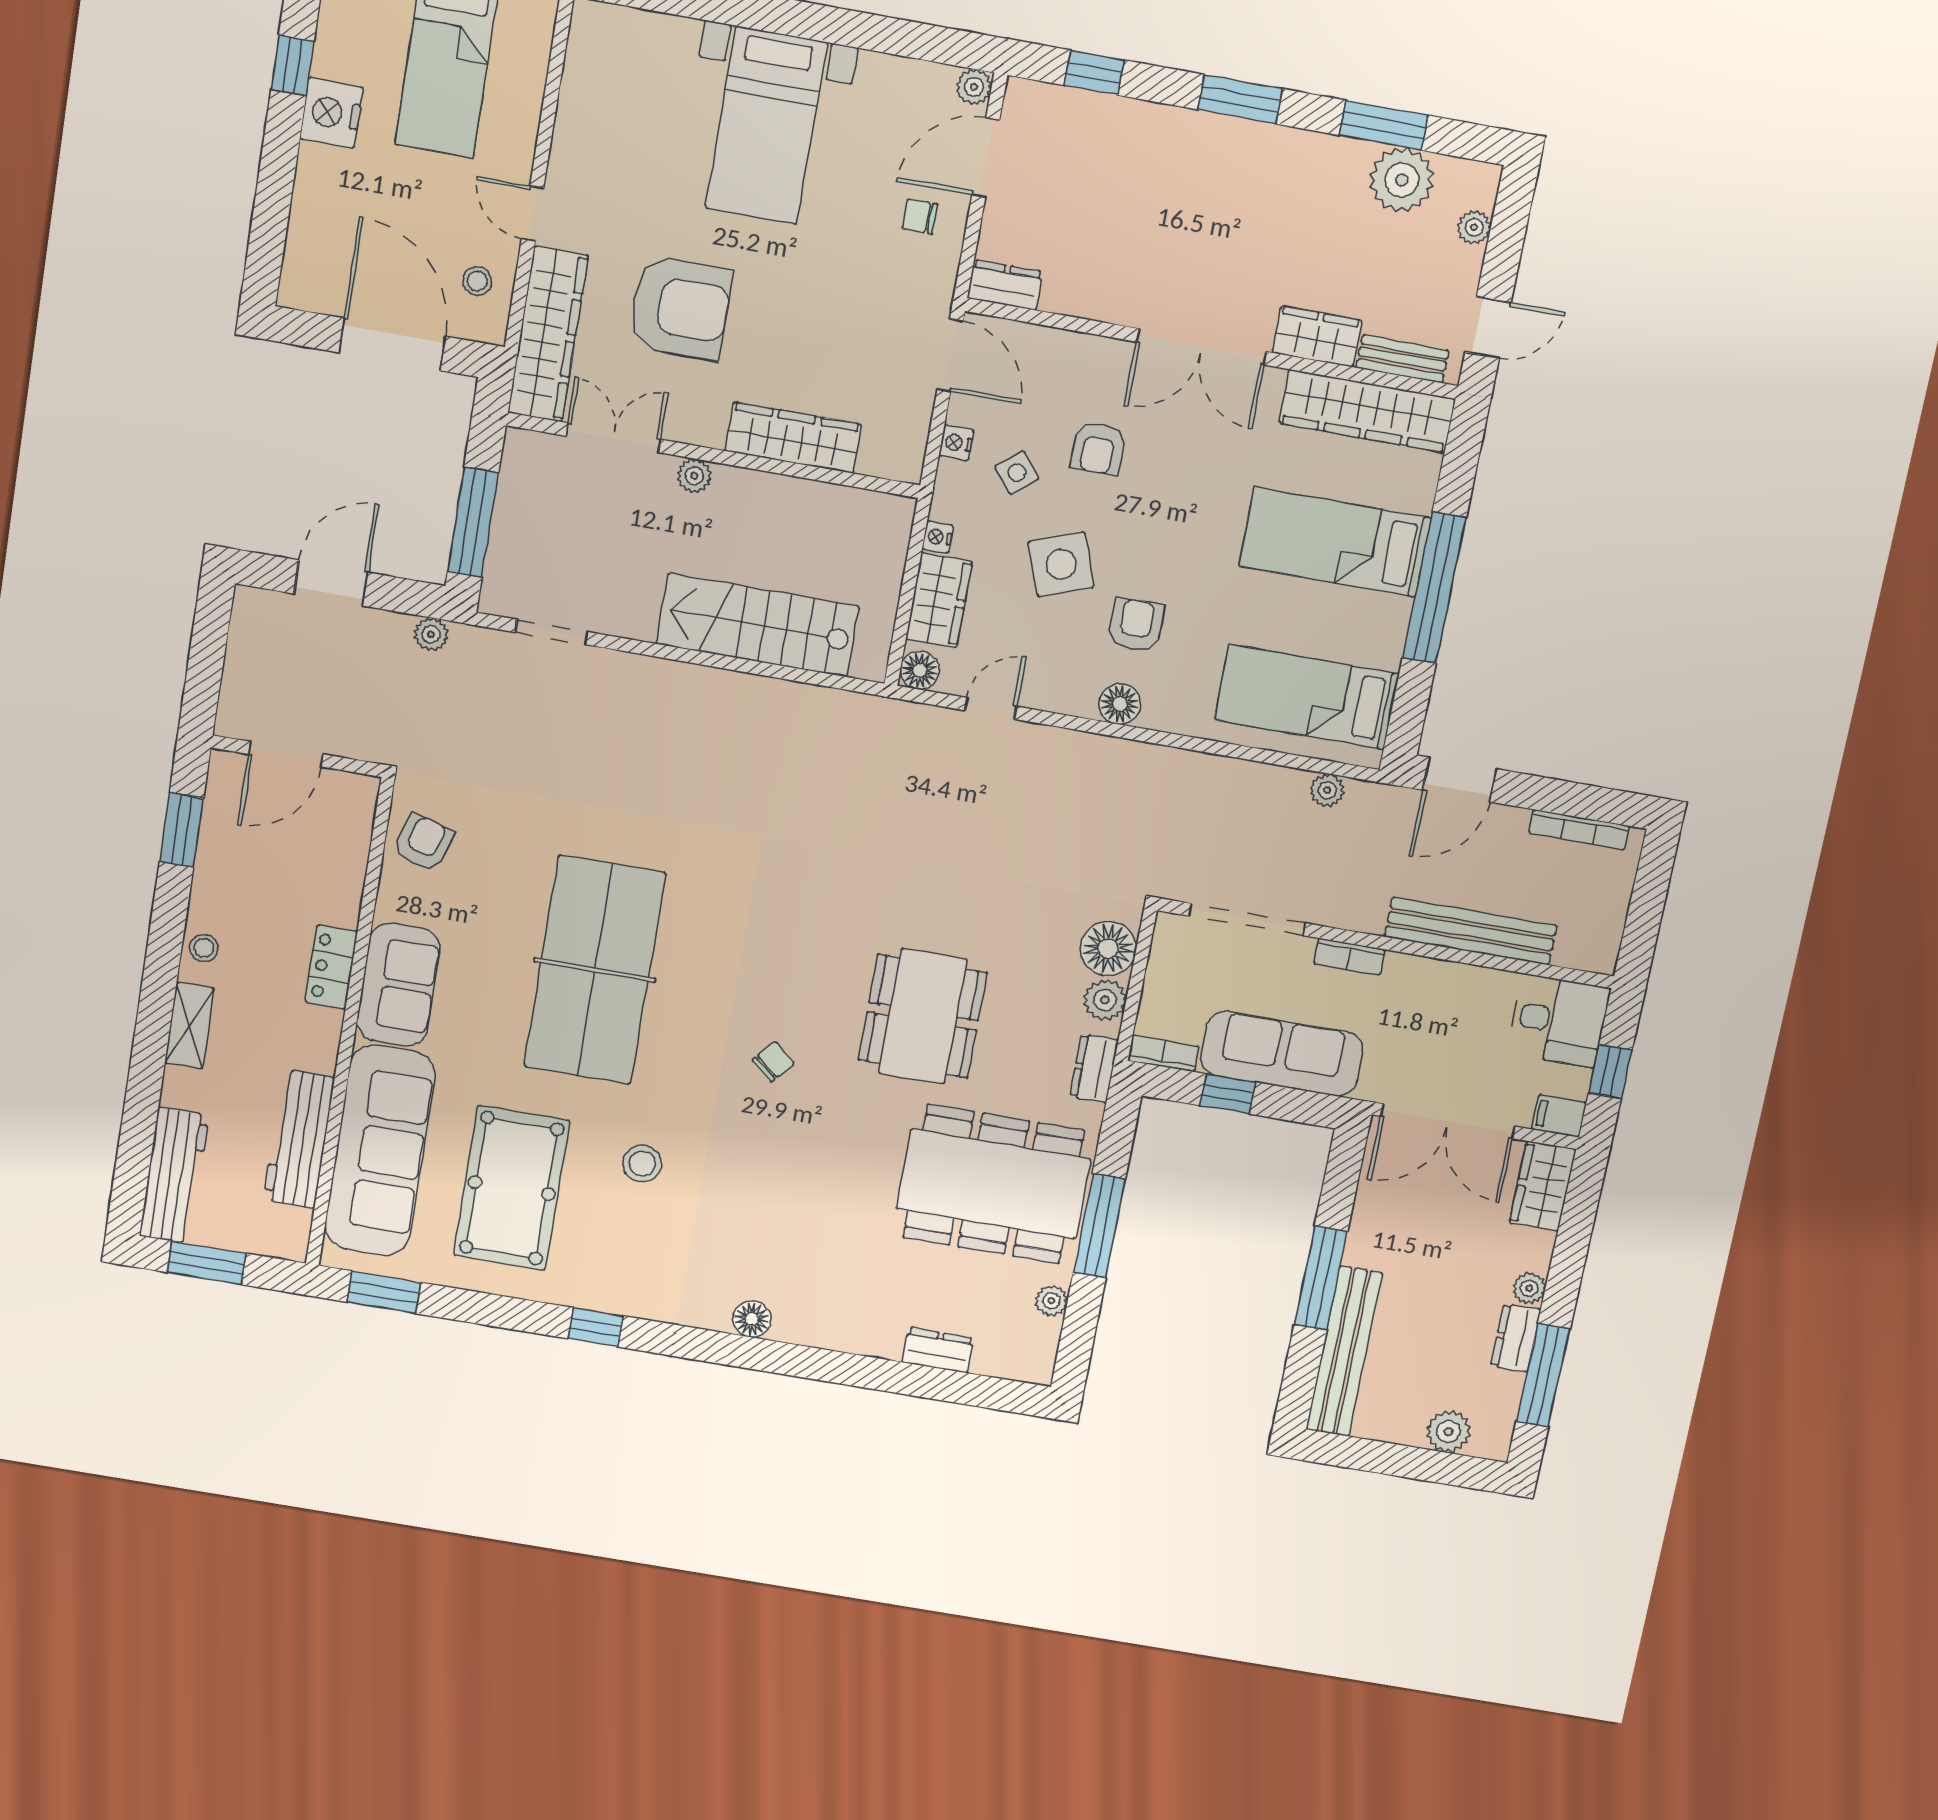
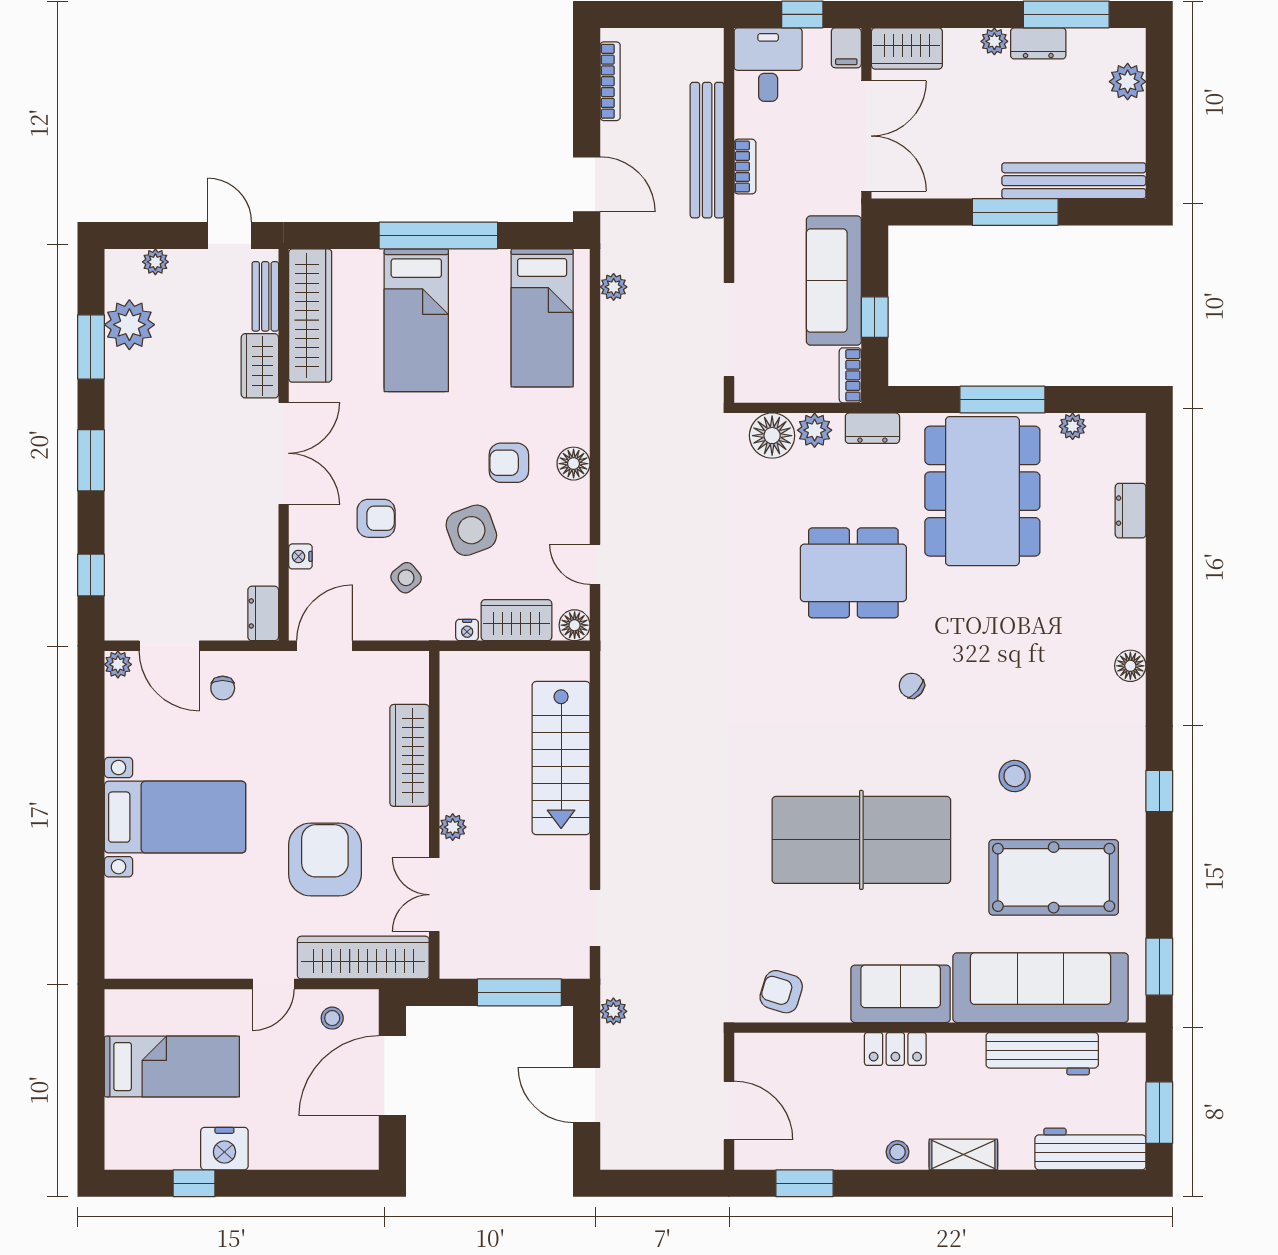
nightstand: (956, 443) -> (300, 556), moved, turned 90
bookcase: (1350, 957) -> (745, 167), moved

